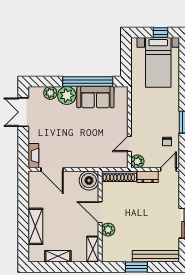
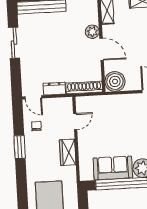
wardrobe: (138, 115) -> (68, 152), added
plant: (137, 161) -> (66, 104), removed
door: (168, 169) -> (33, 97), hinge flipped

